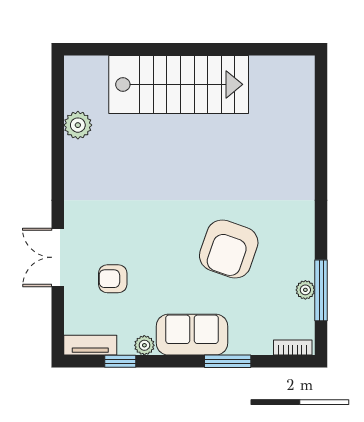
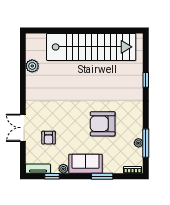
stairs: (179, 84) -> (91, 47), width x1.36
window: (321, 155) -> (146, 80), added
armchair: (229, 249) -> (103, 124), turned 71
armchair: (113, 279) -> (49, 138), turned -90

